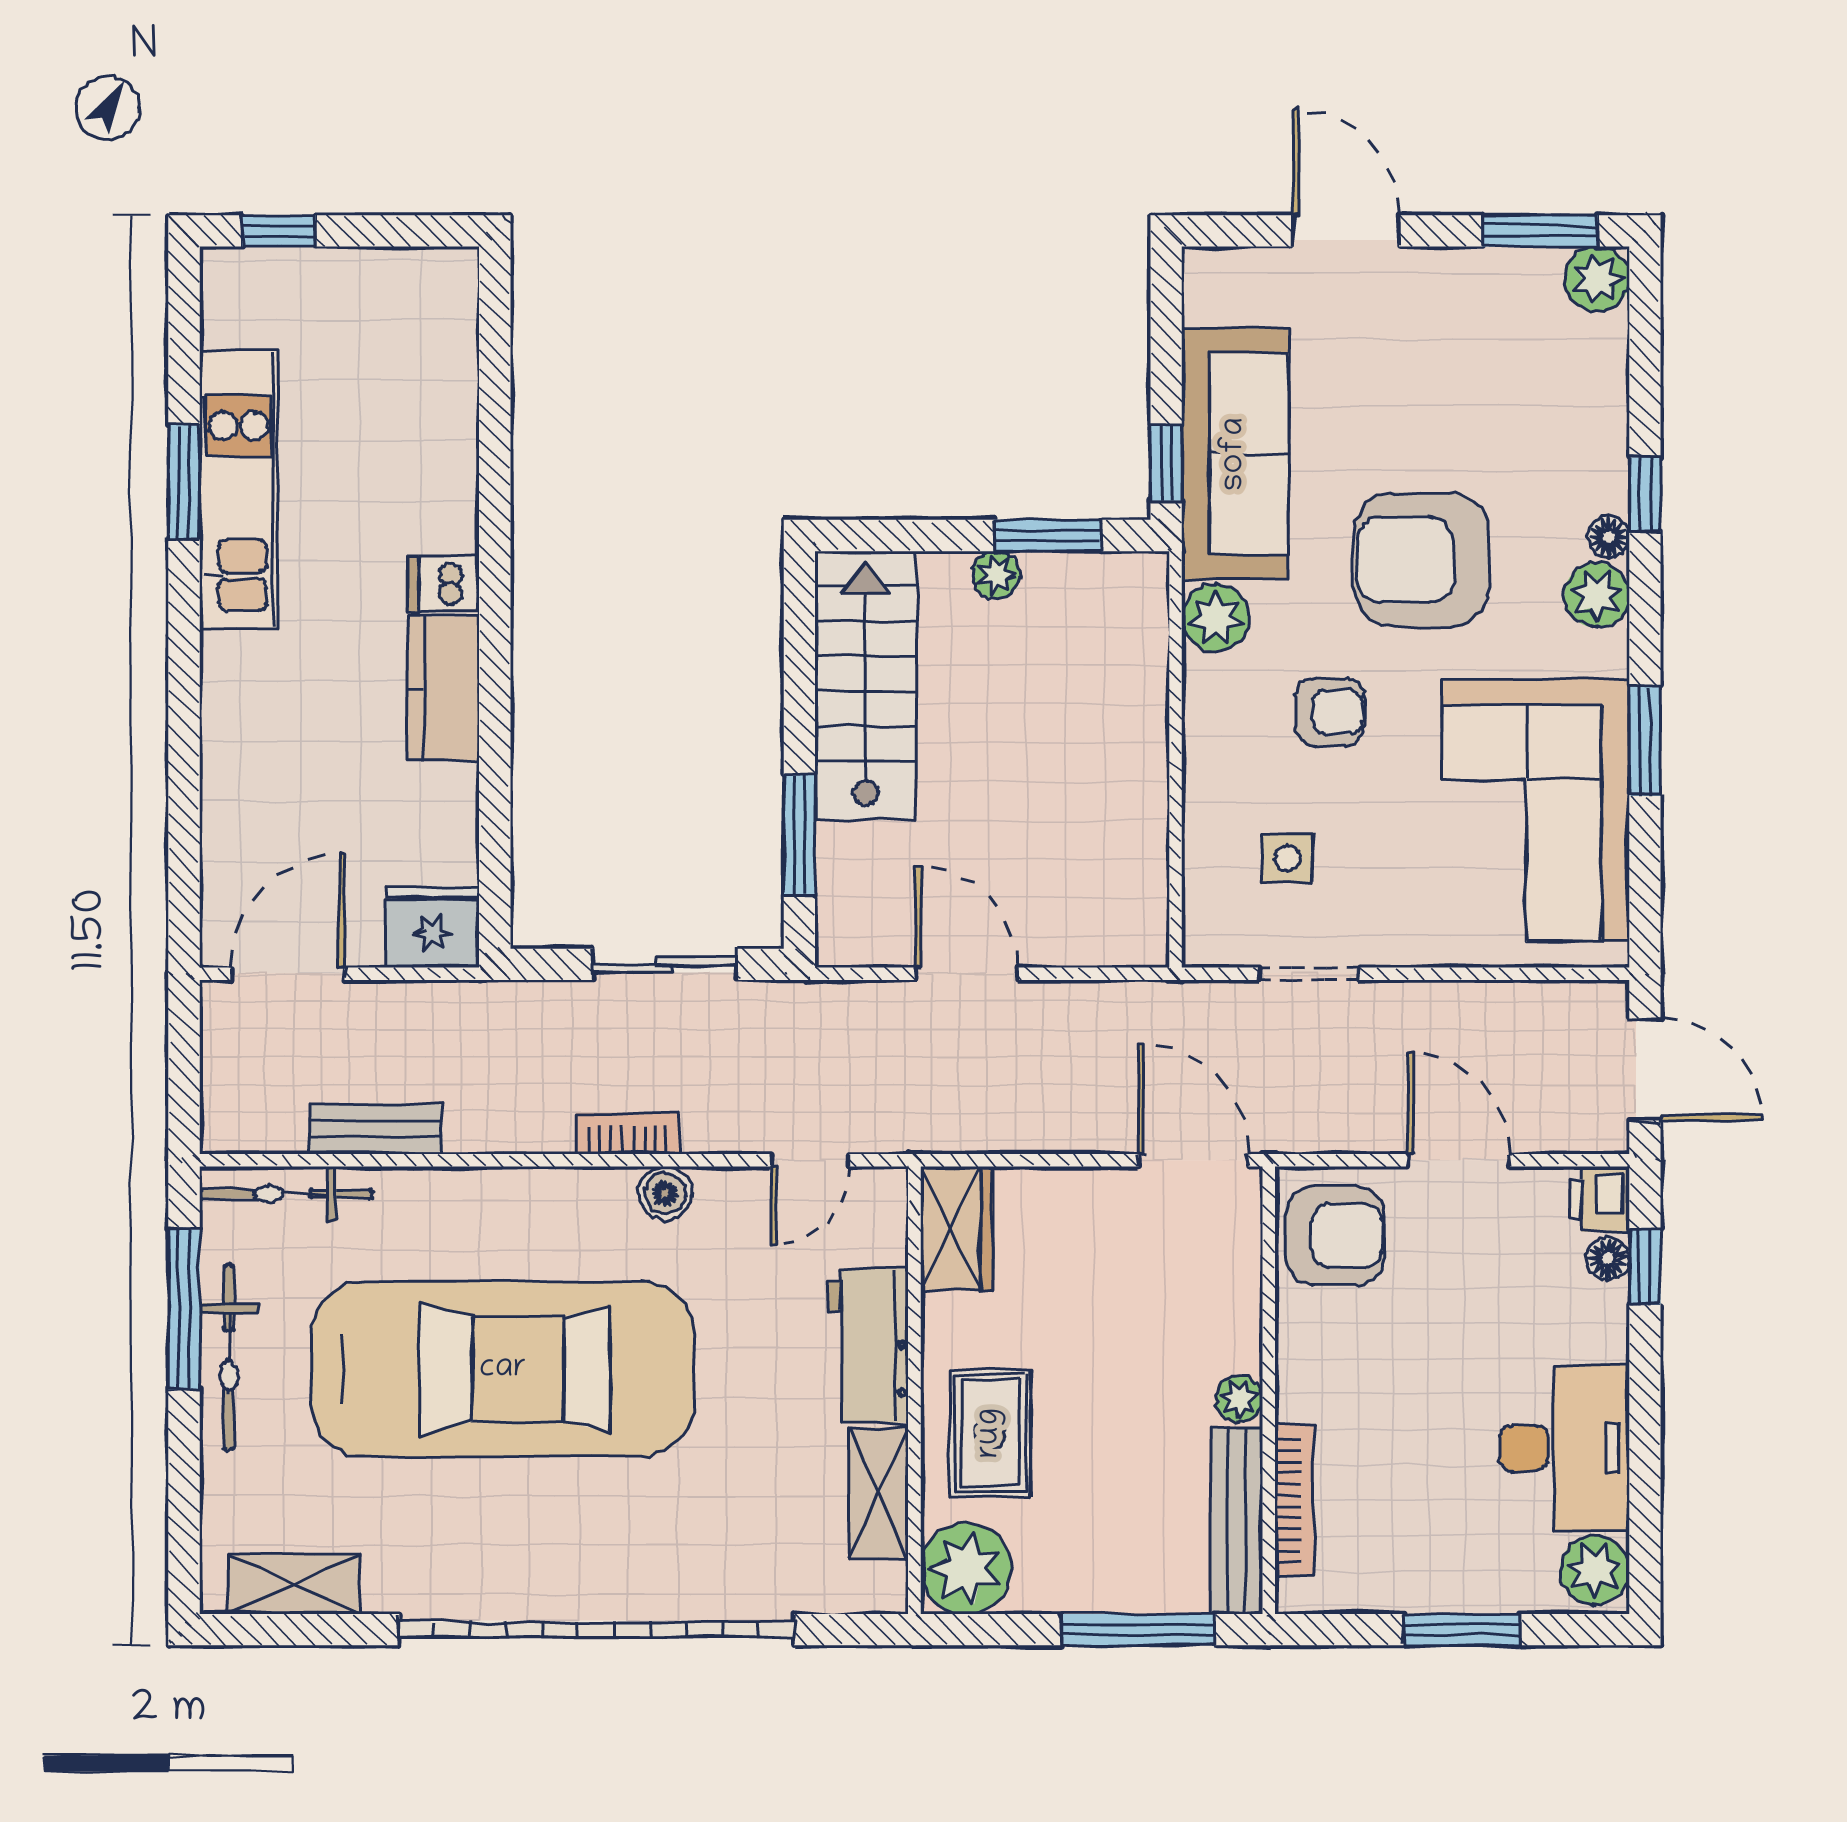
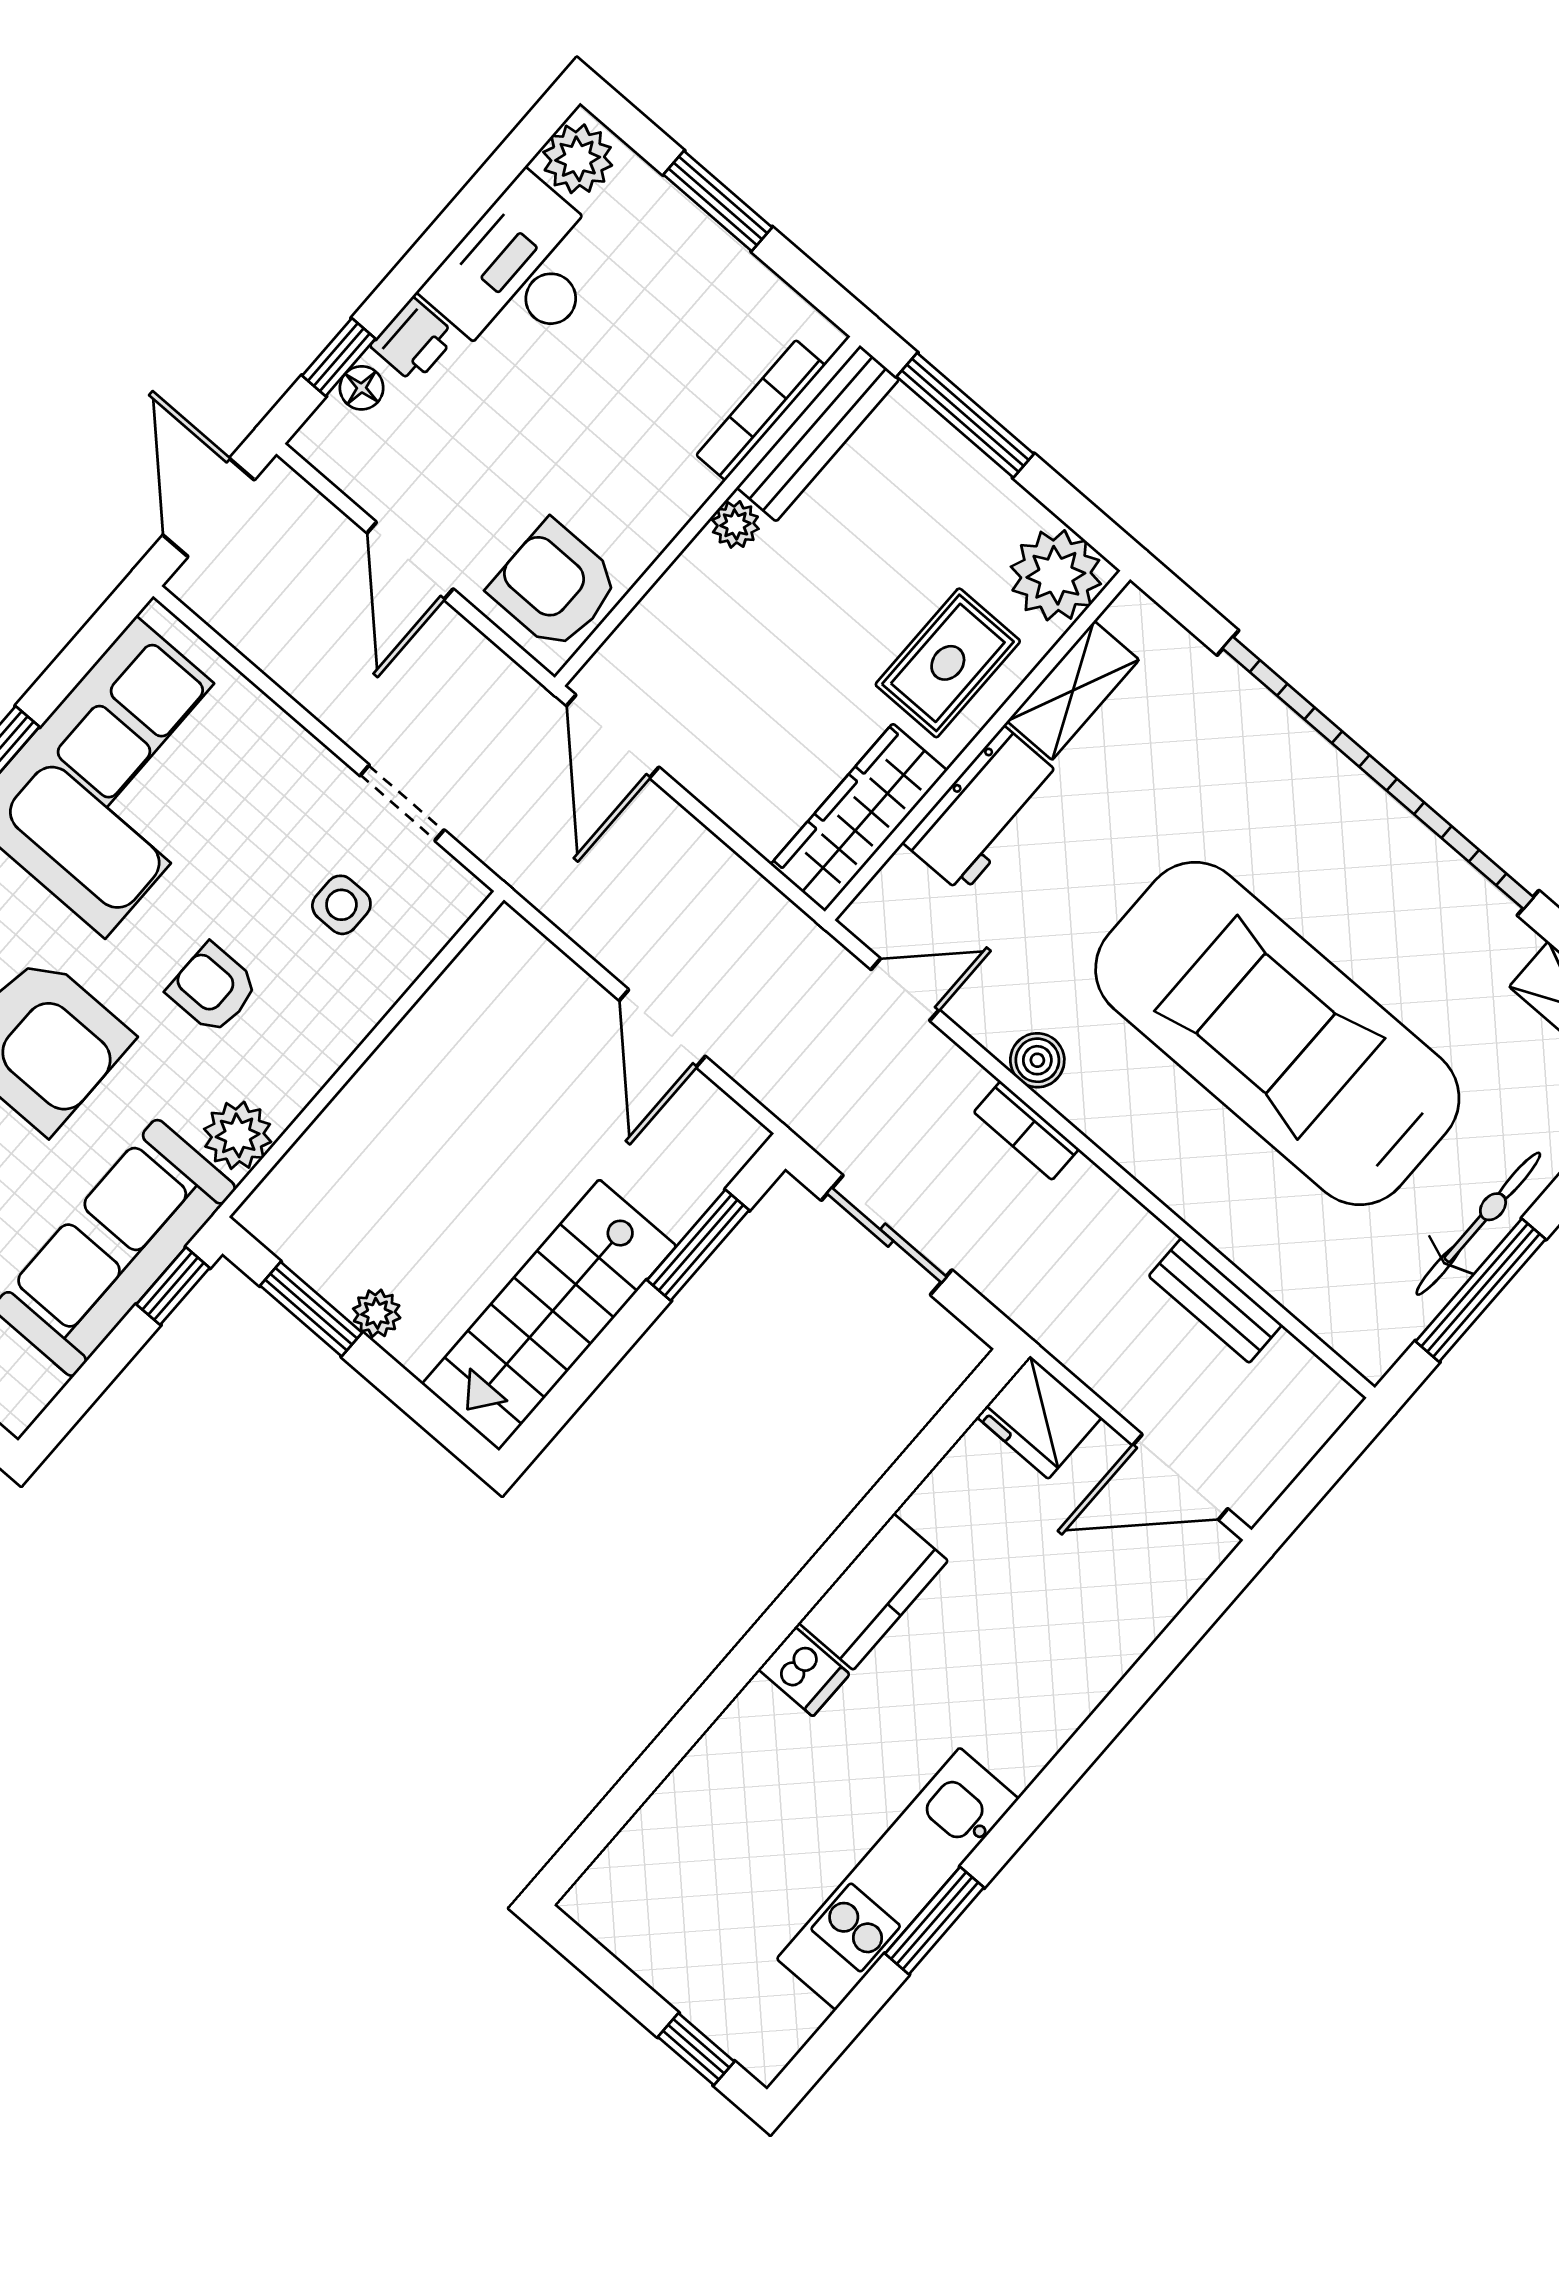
bicycle: (286, 1194) -> (1327, 1310), removed
printer: (1600, 1199) -> (414, 341), moved
wardrobe: (956, 1228) -> (859, 818), width x1.50

